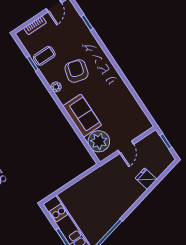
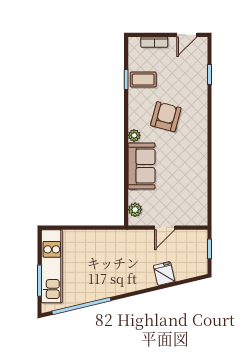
plant: (56, 87) -> (134, 135), moved
plant: (99, 141) -> (135, 210), width x0.53, depth x0.53

